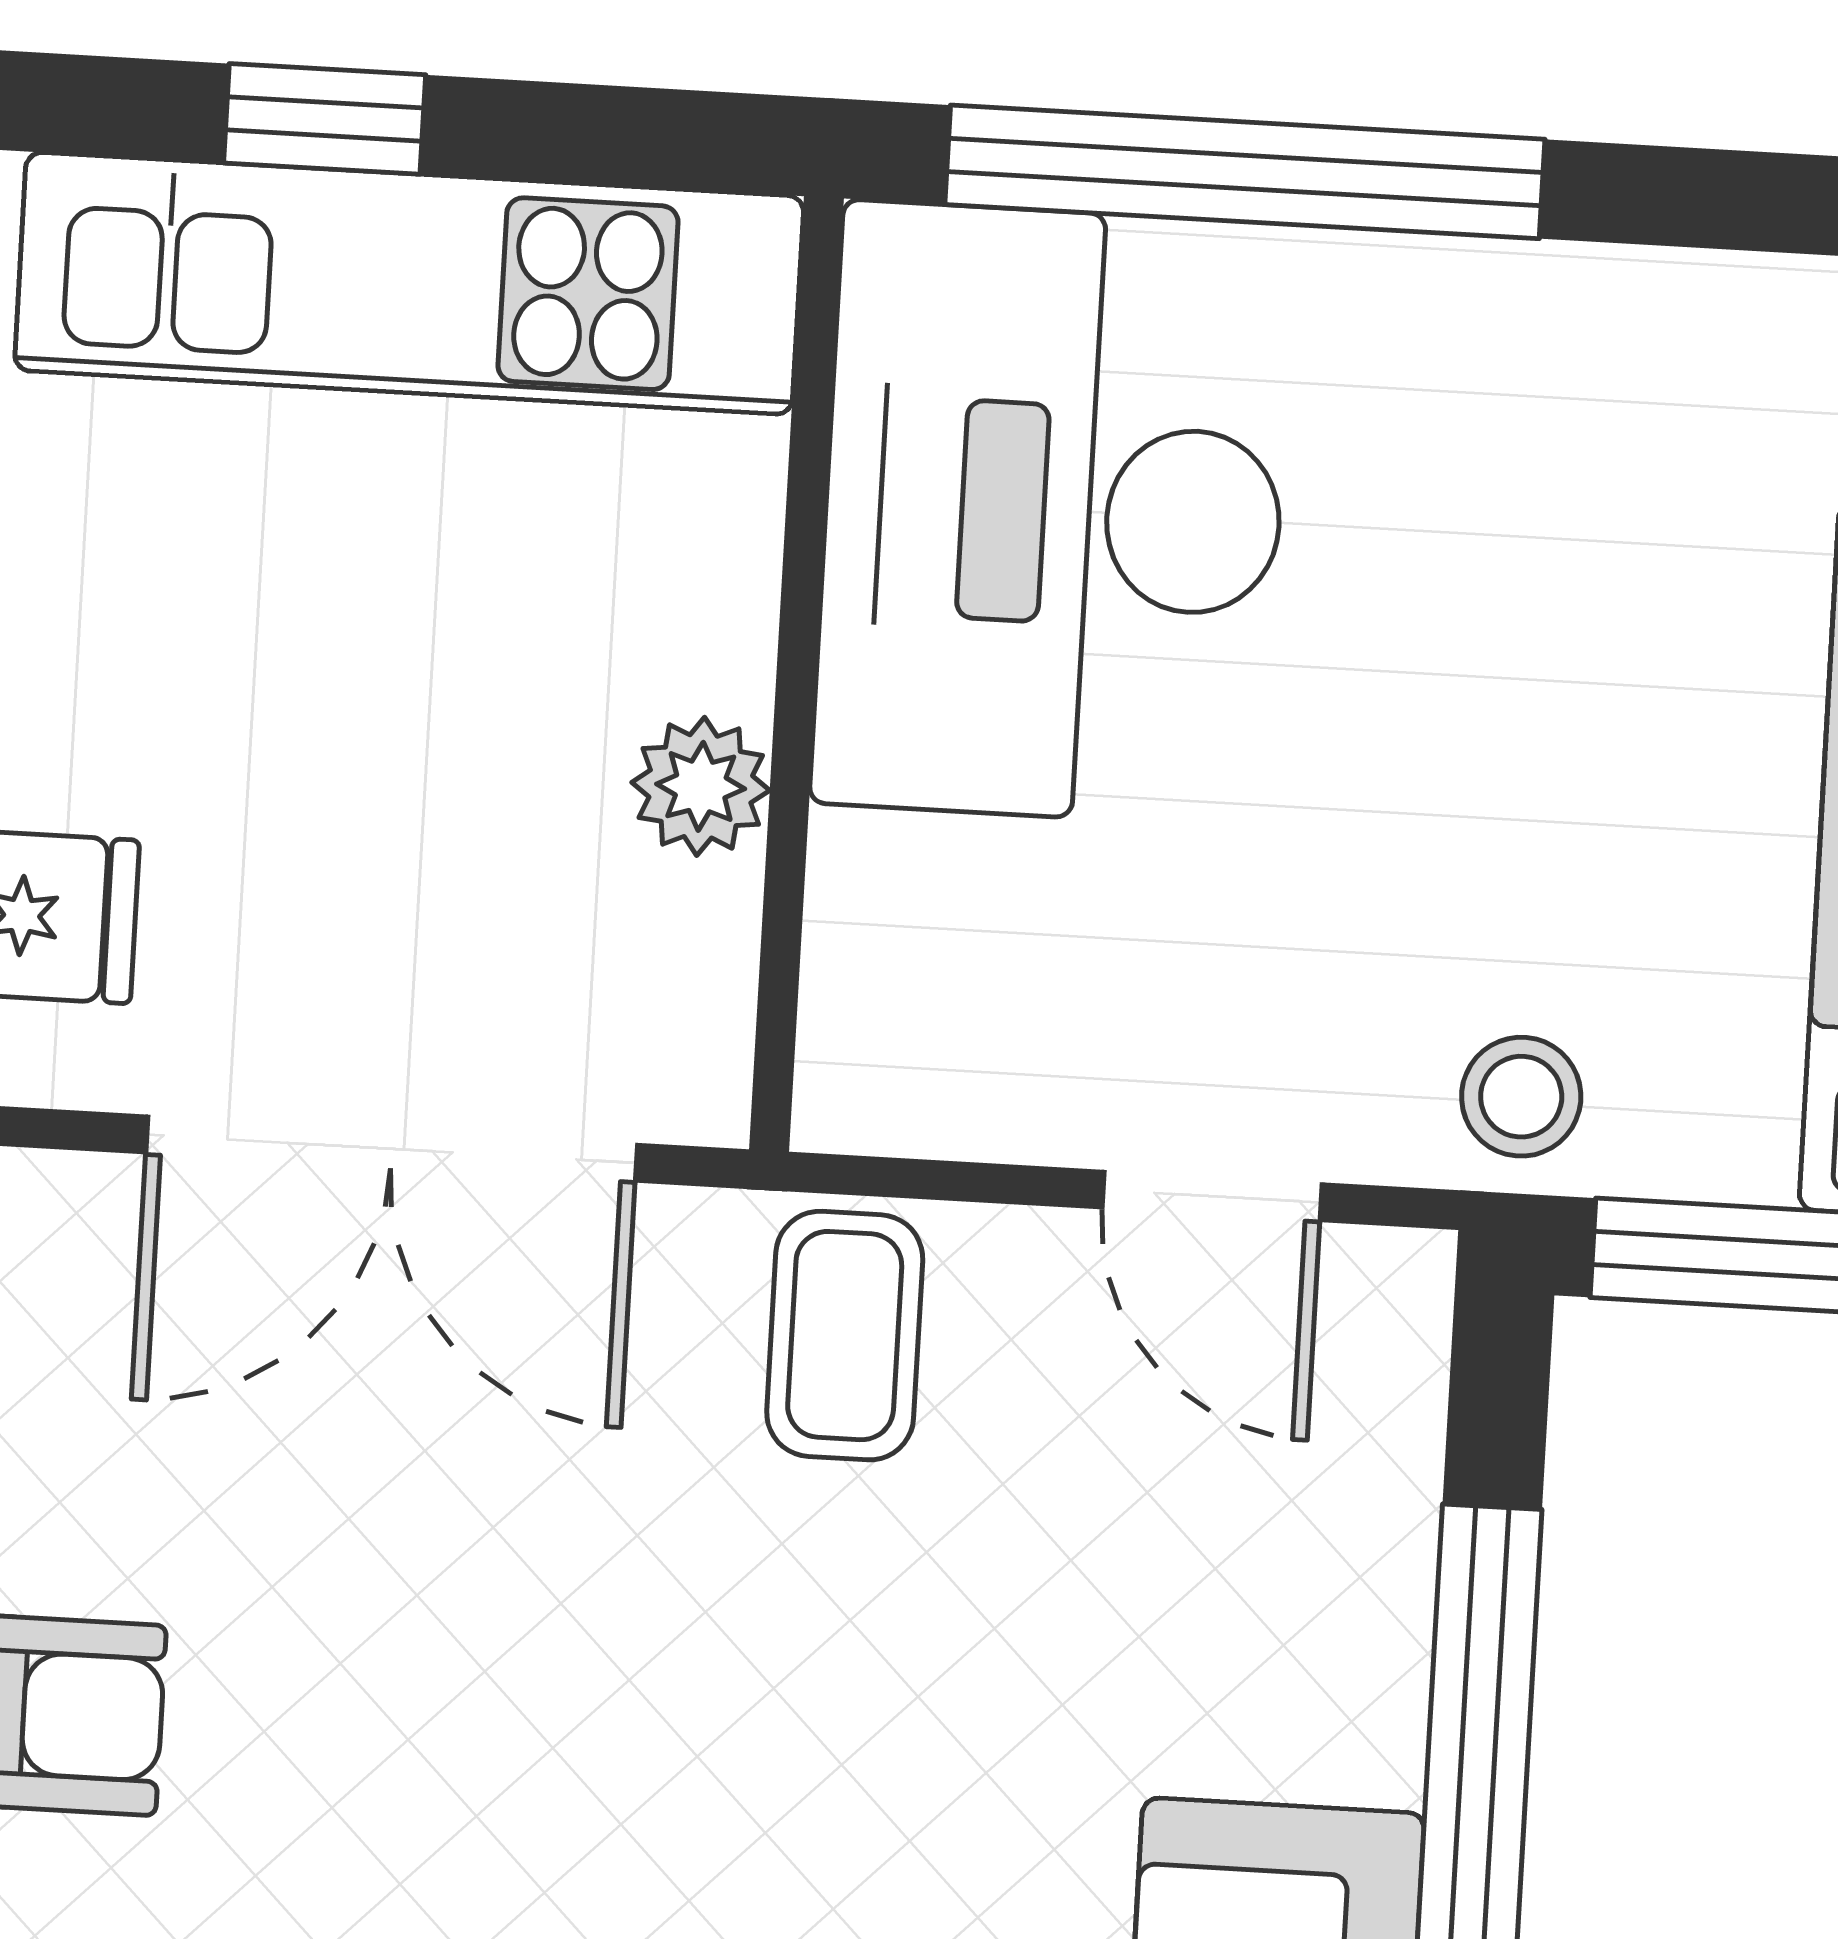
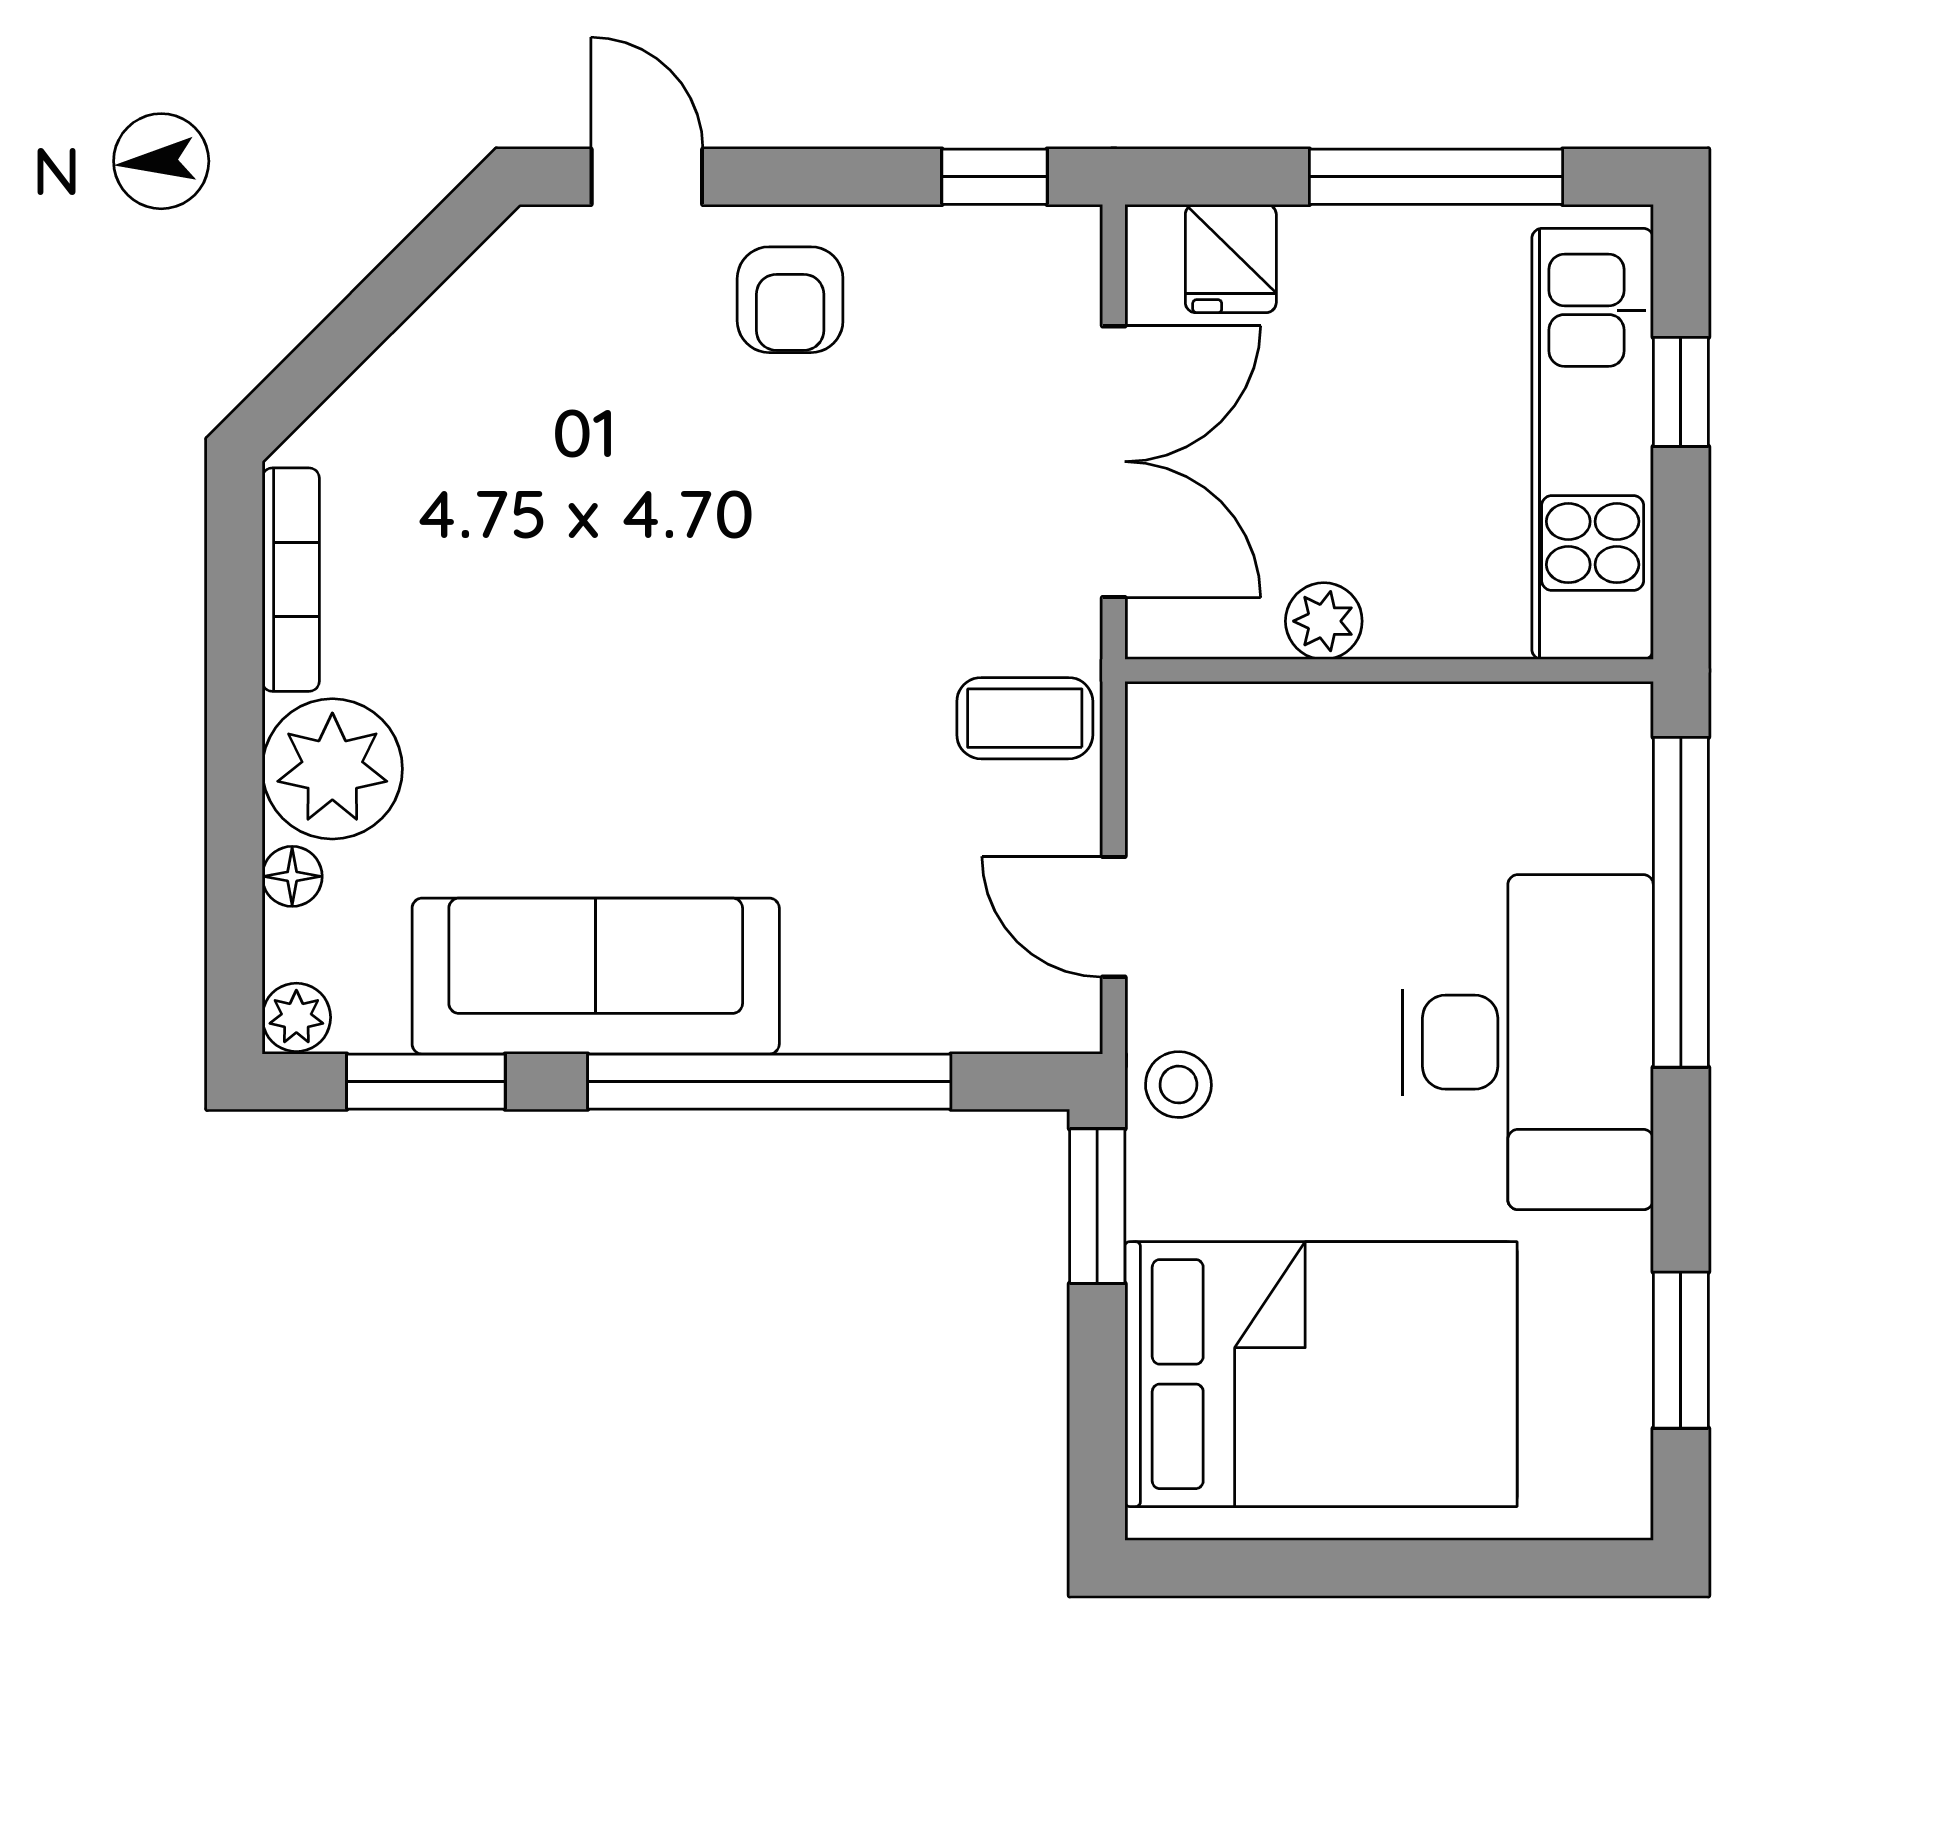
desk: (1053, 514) -> (1528, 1042), moved, turned 90
double door: (392, 1149) -> (1114, 462), swing flipped
door: (1212, 1196) -> (1114, 917), hinge flipped

